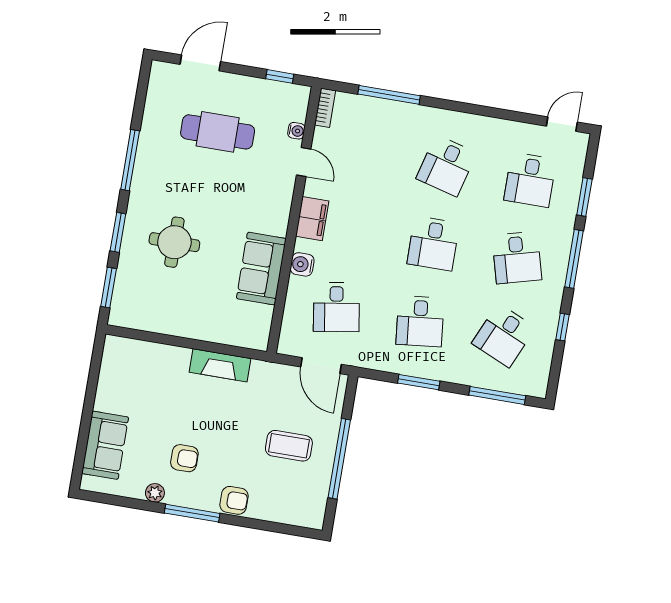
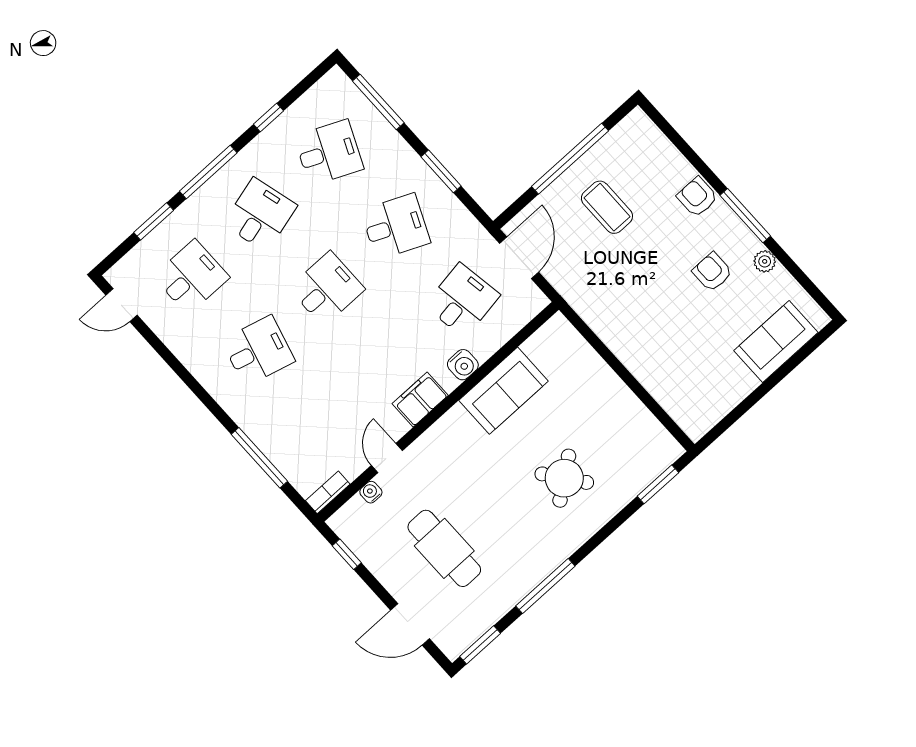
window: (118, 232) -> (480, 645), moved
round table: (174, 242) -> (564, 478), turned -37
desk: (420, 321) -> (396, 227), turned 30
fireplace: (220, 365) -> (612, 332), removed

